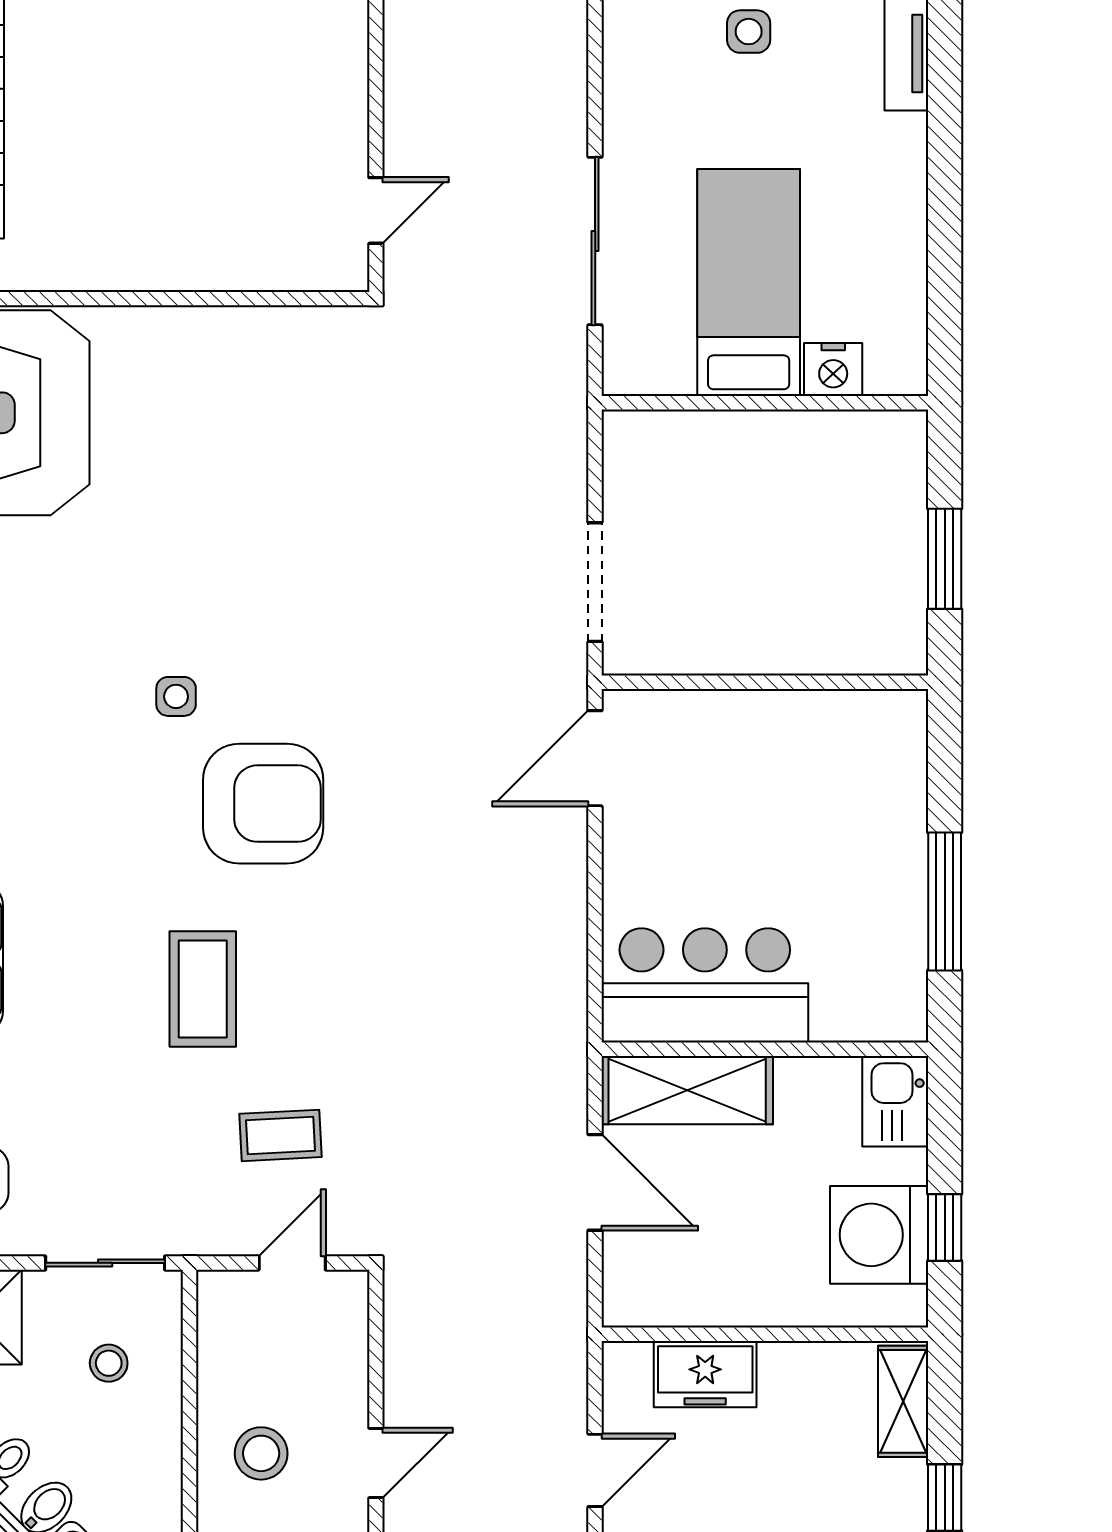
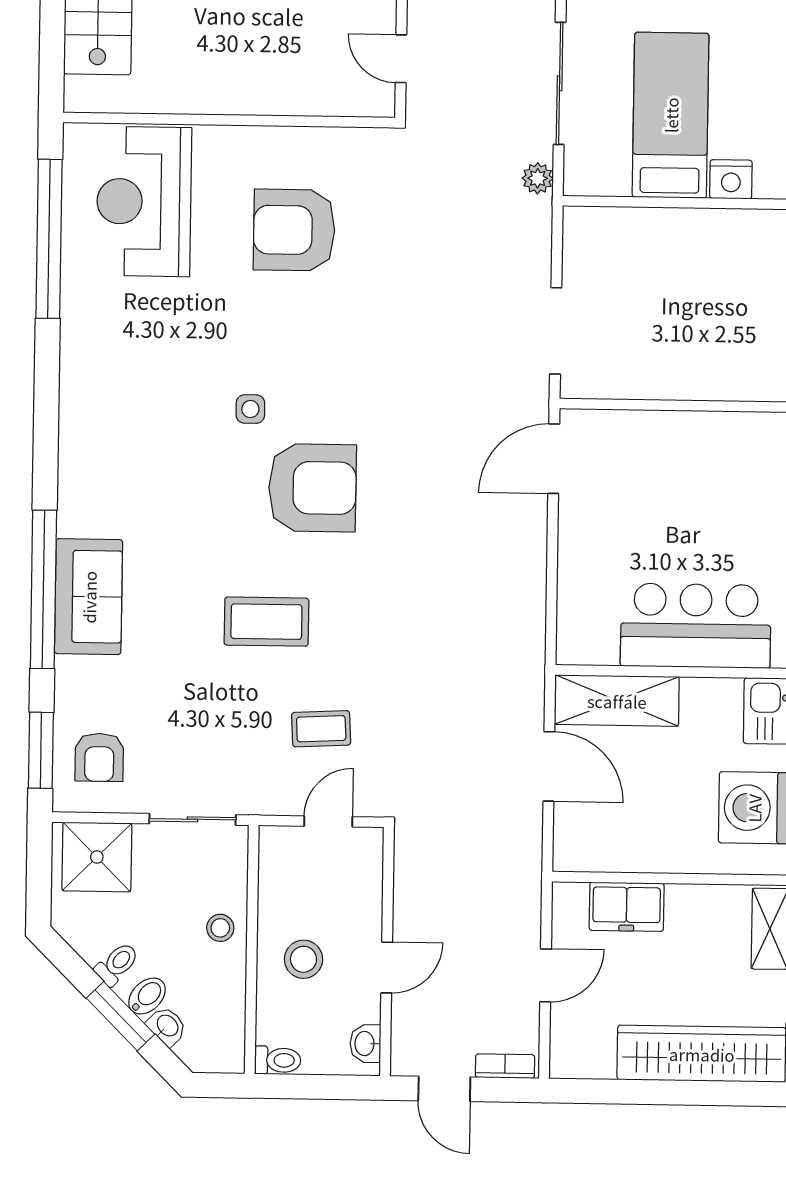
door: (376, 210) -> (401, 59), swing flipped
plant: (567, 372) -> (538, 178), added
armchair: (233, 449) -> (294, 230), added
bar counter: (705, 985) -> (696, 626), moved
coffee table: (203, 989) -> (266, 622), turned 90
stool: (109, 1363) -> (220, 928), moved

